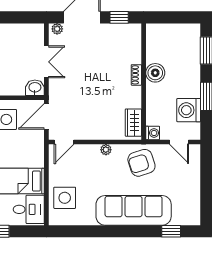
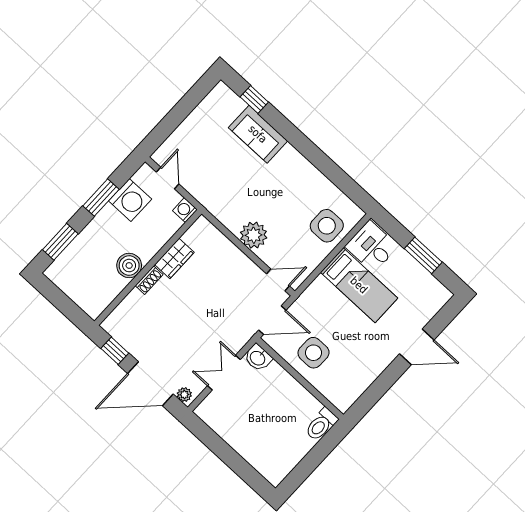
wardrobe: (133, 123) -> (174, 258), moved
plant: (106, 150) -> (254, 235), width x1.88, depth x1.88
armchair: (141, 163) -> (222, 191), removed
sofa: (134, 210) -> (258, 134), width x0.54, depth x0.79

